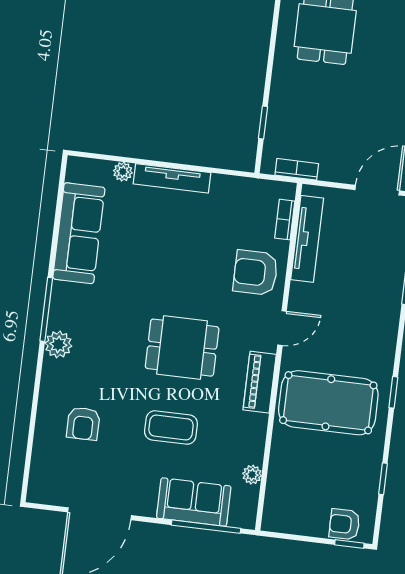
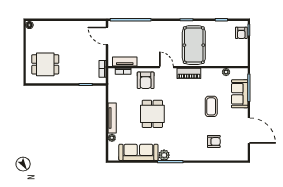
tv unit: (307, 239) -> (125, 61), width x0.71
plant: (58, 344) -> (164, 155), moved
dining table: (182, 348) -> (152, 114), moved

